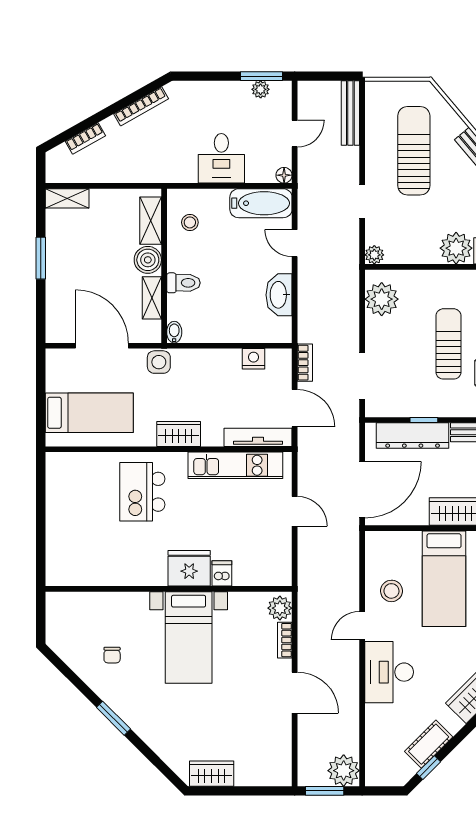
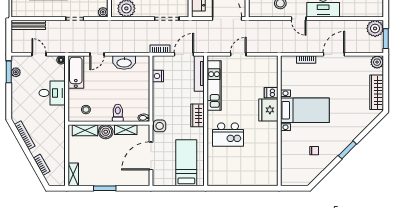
plant: (280, 608) -> (377, 62), moved
wardrobe: (212, 774) -> (377, 92), width x1.50

